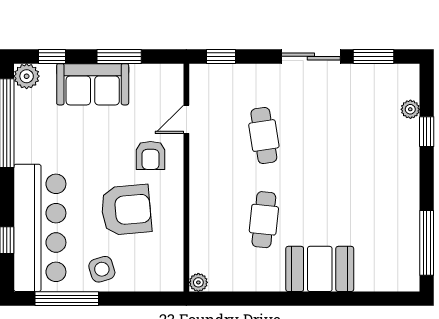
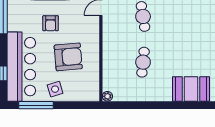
armchair: (151, 155) -> (51, 23), moved
booth: (320, 269) -> (191, 89), moved

